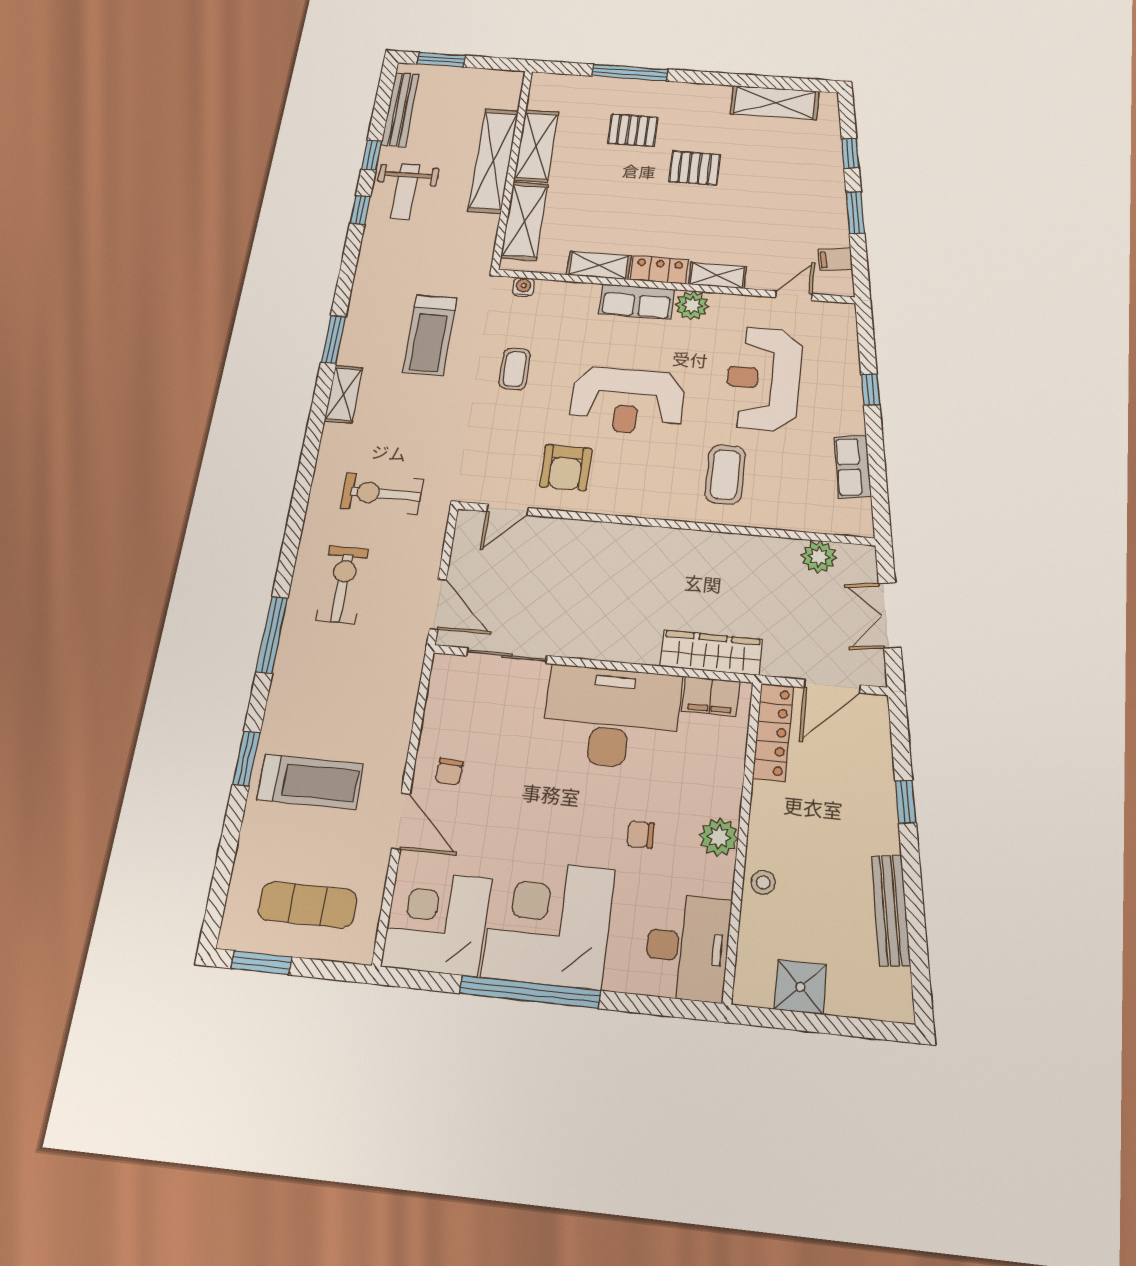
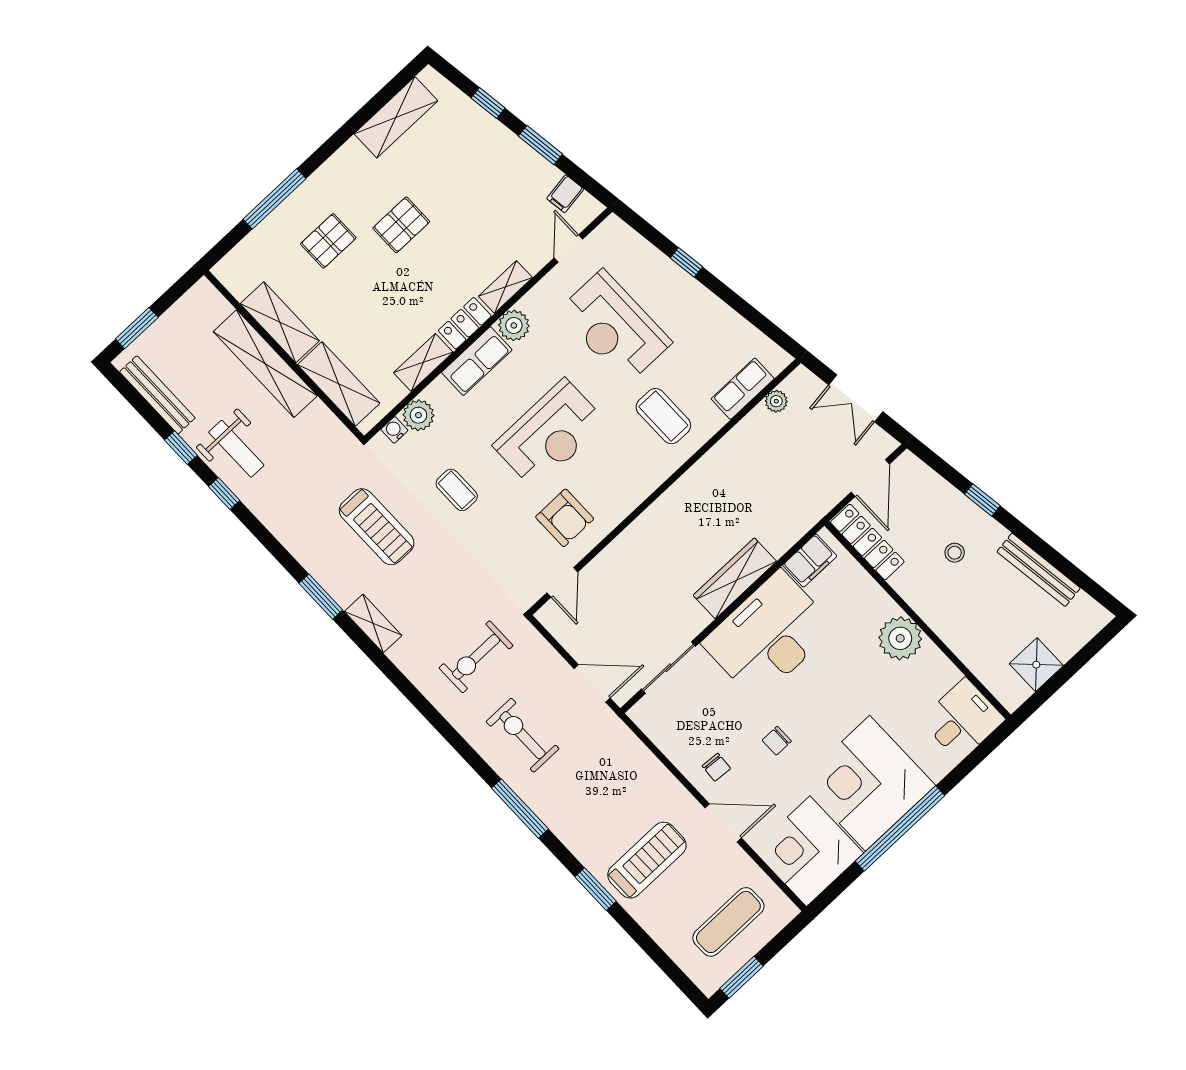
plant: (552, 295) -> (418, 415), added
row of seats: (853, 467) -> (743, 389), moved, turned 98
plant: (819, 557) -> (776, 401), width x0.73, depth x0.73
wardrobe: (711, 653) -> (735, 578), moved
chair: (640, 834) -> (777, 741), moved
plant: (719, 837) -> (900, 638), width x1.36, depth x1.36
stool: (763, 882) -> (955, 553), moved
desk: (687, 947) -> (962, 720), width x0.73

